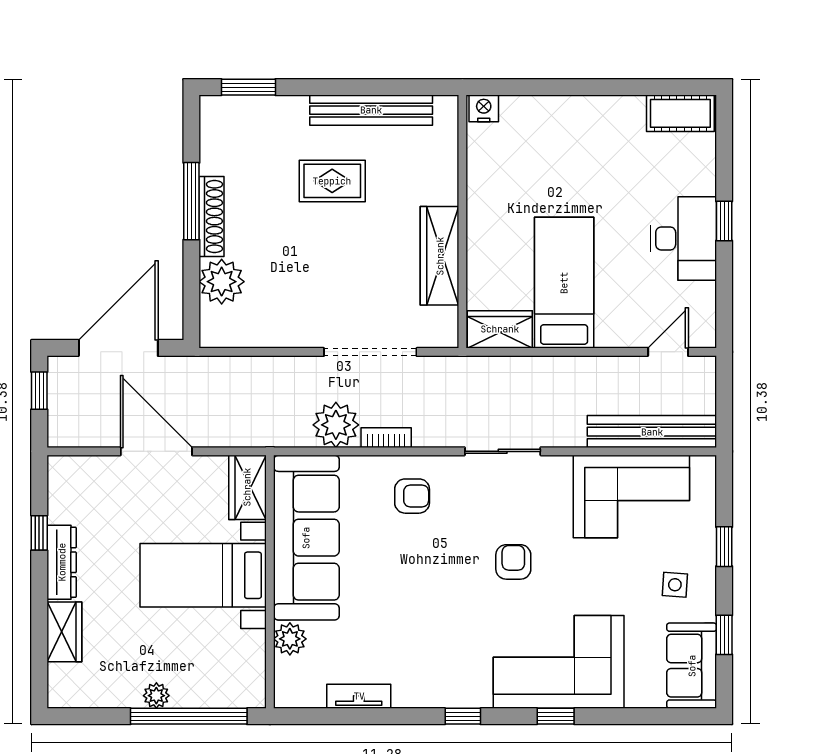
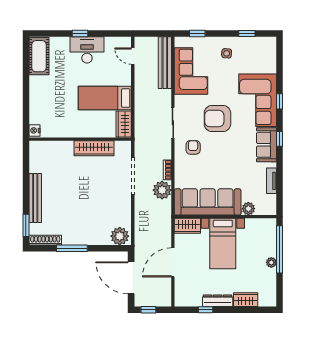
bench: (371, 110) -> (35, 198), moved
cot: (680, 113) -> (39, 56), width x1.37, depth x1.34
rug: (332, 181) -> (64, 192), removed
shoe rack: (211, 217) -> (45, 240), moved
plant: (222, 282) -> (120, 236), moved
armchair: (412, 496) -> (193, 147), moved
window: (724, 547) -> (197, 34), moved
armchair: (513, 562) -> (217, 118), width x1.88, depth x1.88
sofa: (692, 666) -> (267, 145), moved, turned 90

